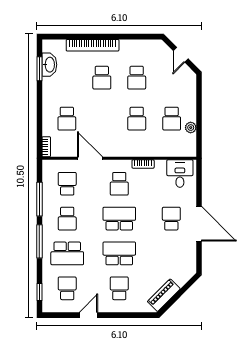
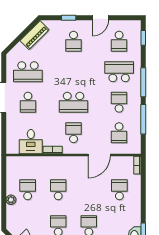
plant: (191, 128) -> (11, 200), moved
door: (90, 158) -> (99, 155), hinge flipped
desk: (180, 174) -> (31, 142), moved
school desk: (119, 253) -> (28, 72), moved
window: (125, 315) -> (69, 18), added

